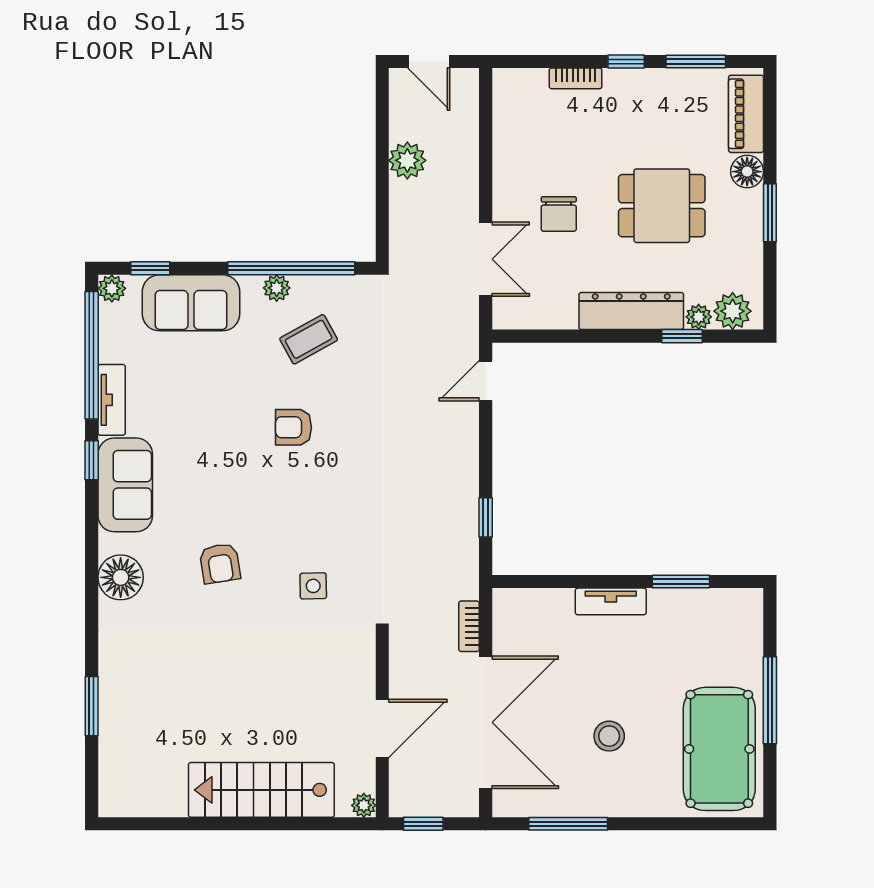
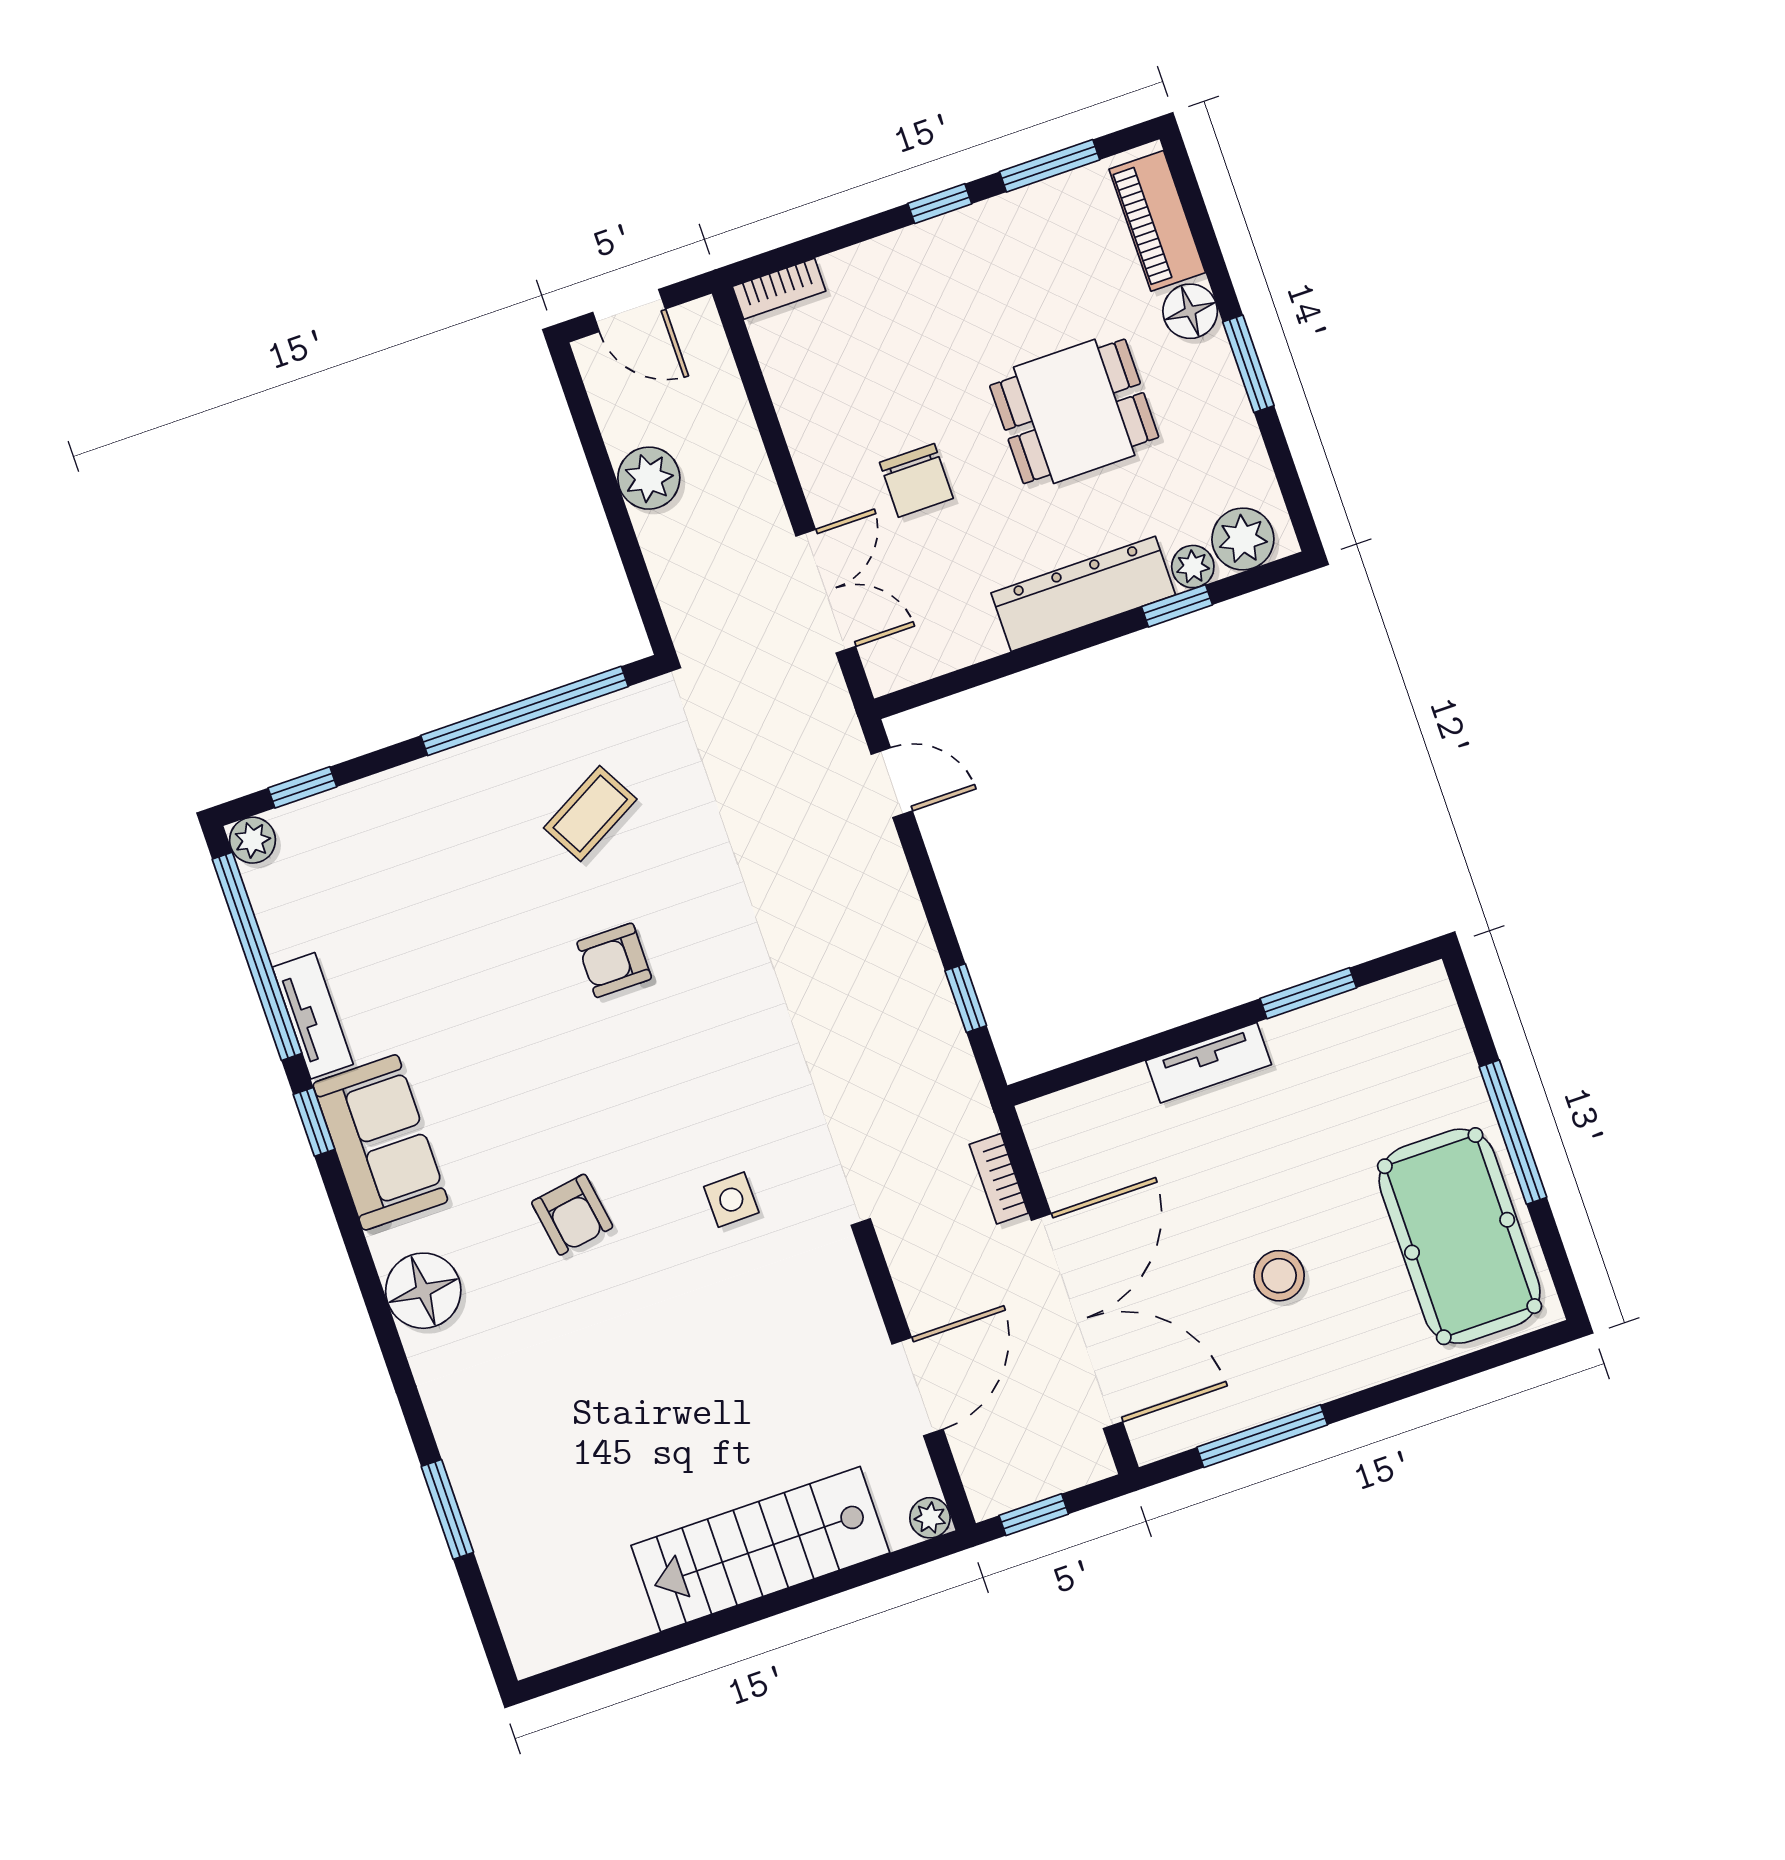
bookcase: (576, 78) -> (779, 289), moved
plant: (277, 288) -> (512, 750), removed
sofa: (191, 303) -> (385, 820), removed
door: (486, 381) -> (892, 783), swing flipped

